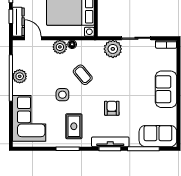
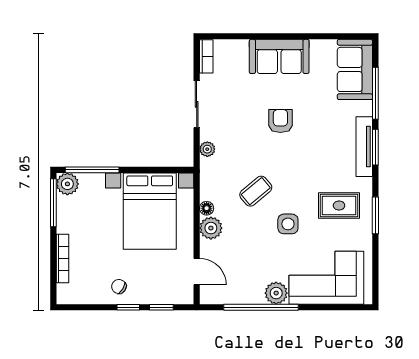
dresser: (18, 22) -> (170, 295), removed
door: (33, 38) -> (197, 272), swing flipped
plant: (113, 49) -> (207, 149), width x0.53, depth x0.53
plant: (20, 76) -> (276, 293), moved
armchair: (112, 108) -> (280, 121), moved, turned 90

